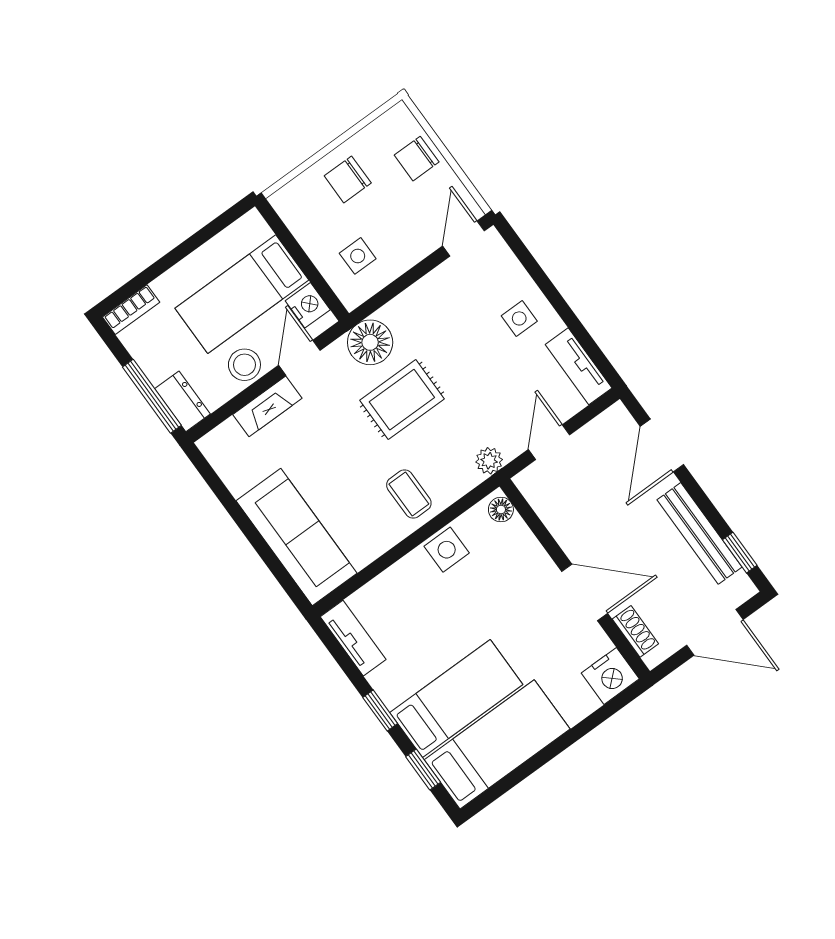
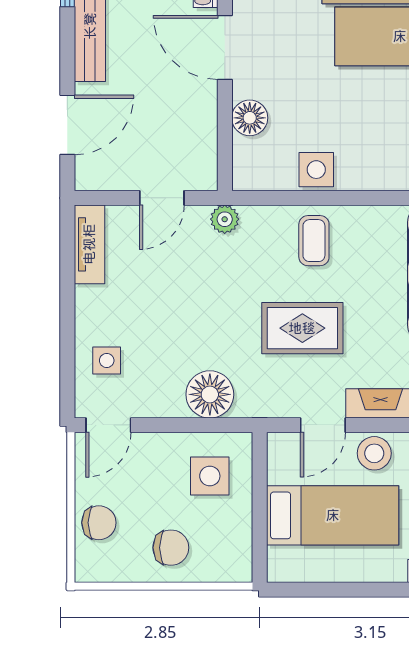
side table: (358, 256) -> (210, 476), width x1.37, depth x1.37
nightstand: (308, 305) -> (283, 465), removed
side table: (519, 318) -> (107, 360), moved
floor lamp: (370, 342) -> (210, 394), moved
rug: (402, 400) -> (302, 328), moved
floor lamp: (501, 510) -> (250, 118), moved, width x1.37, depth x1.37

